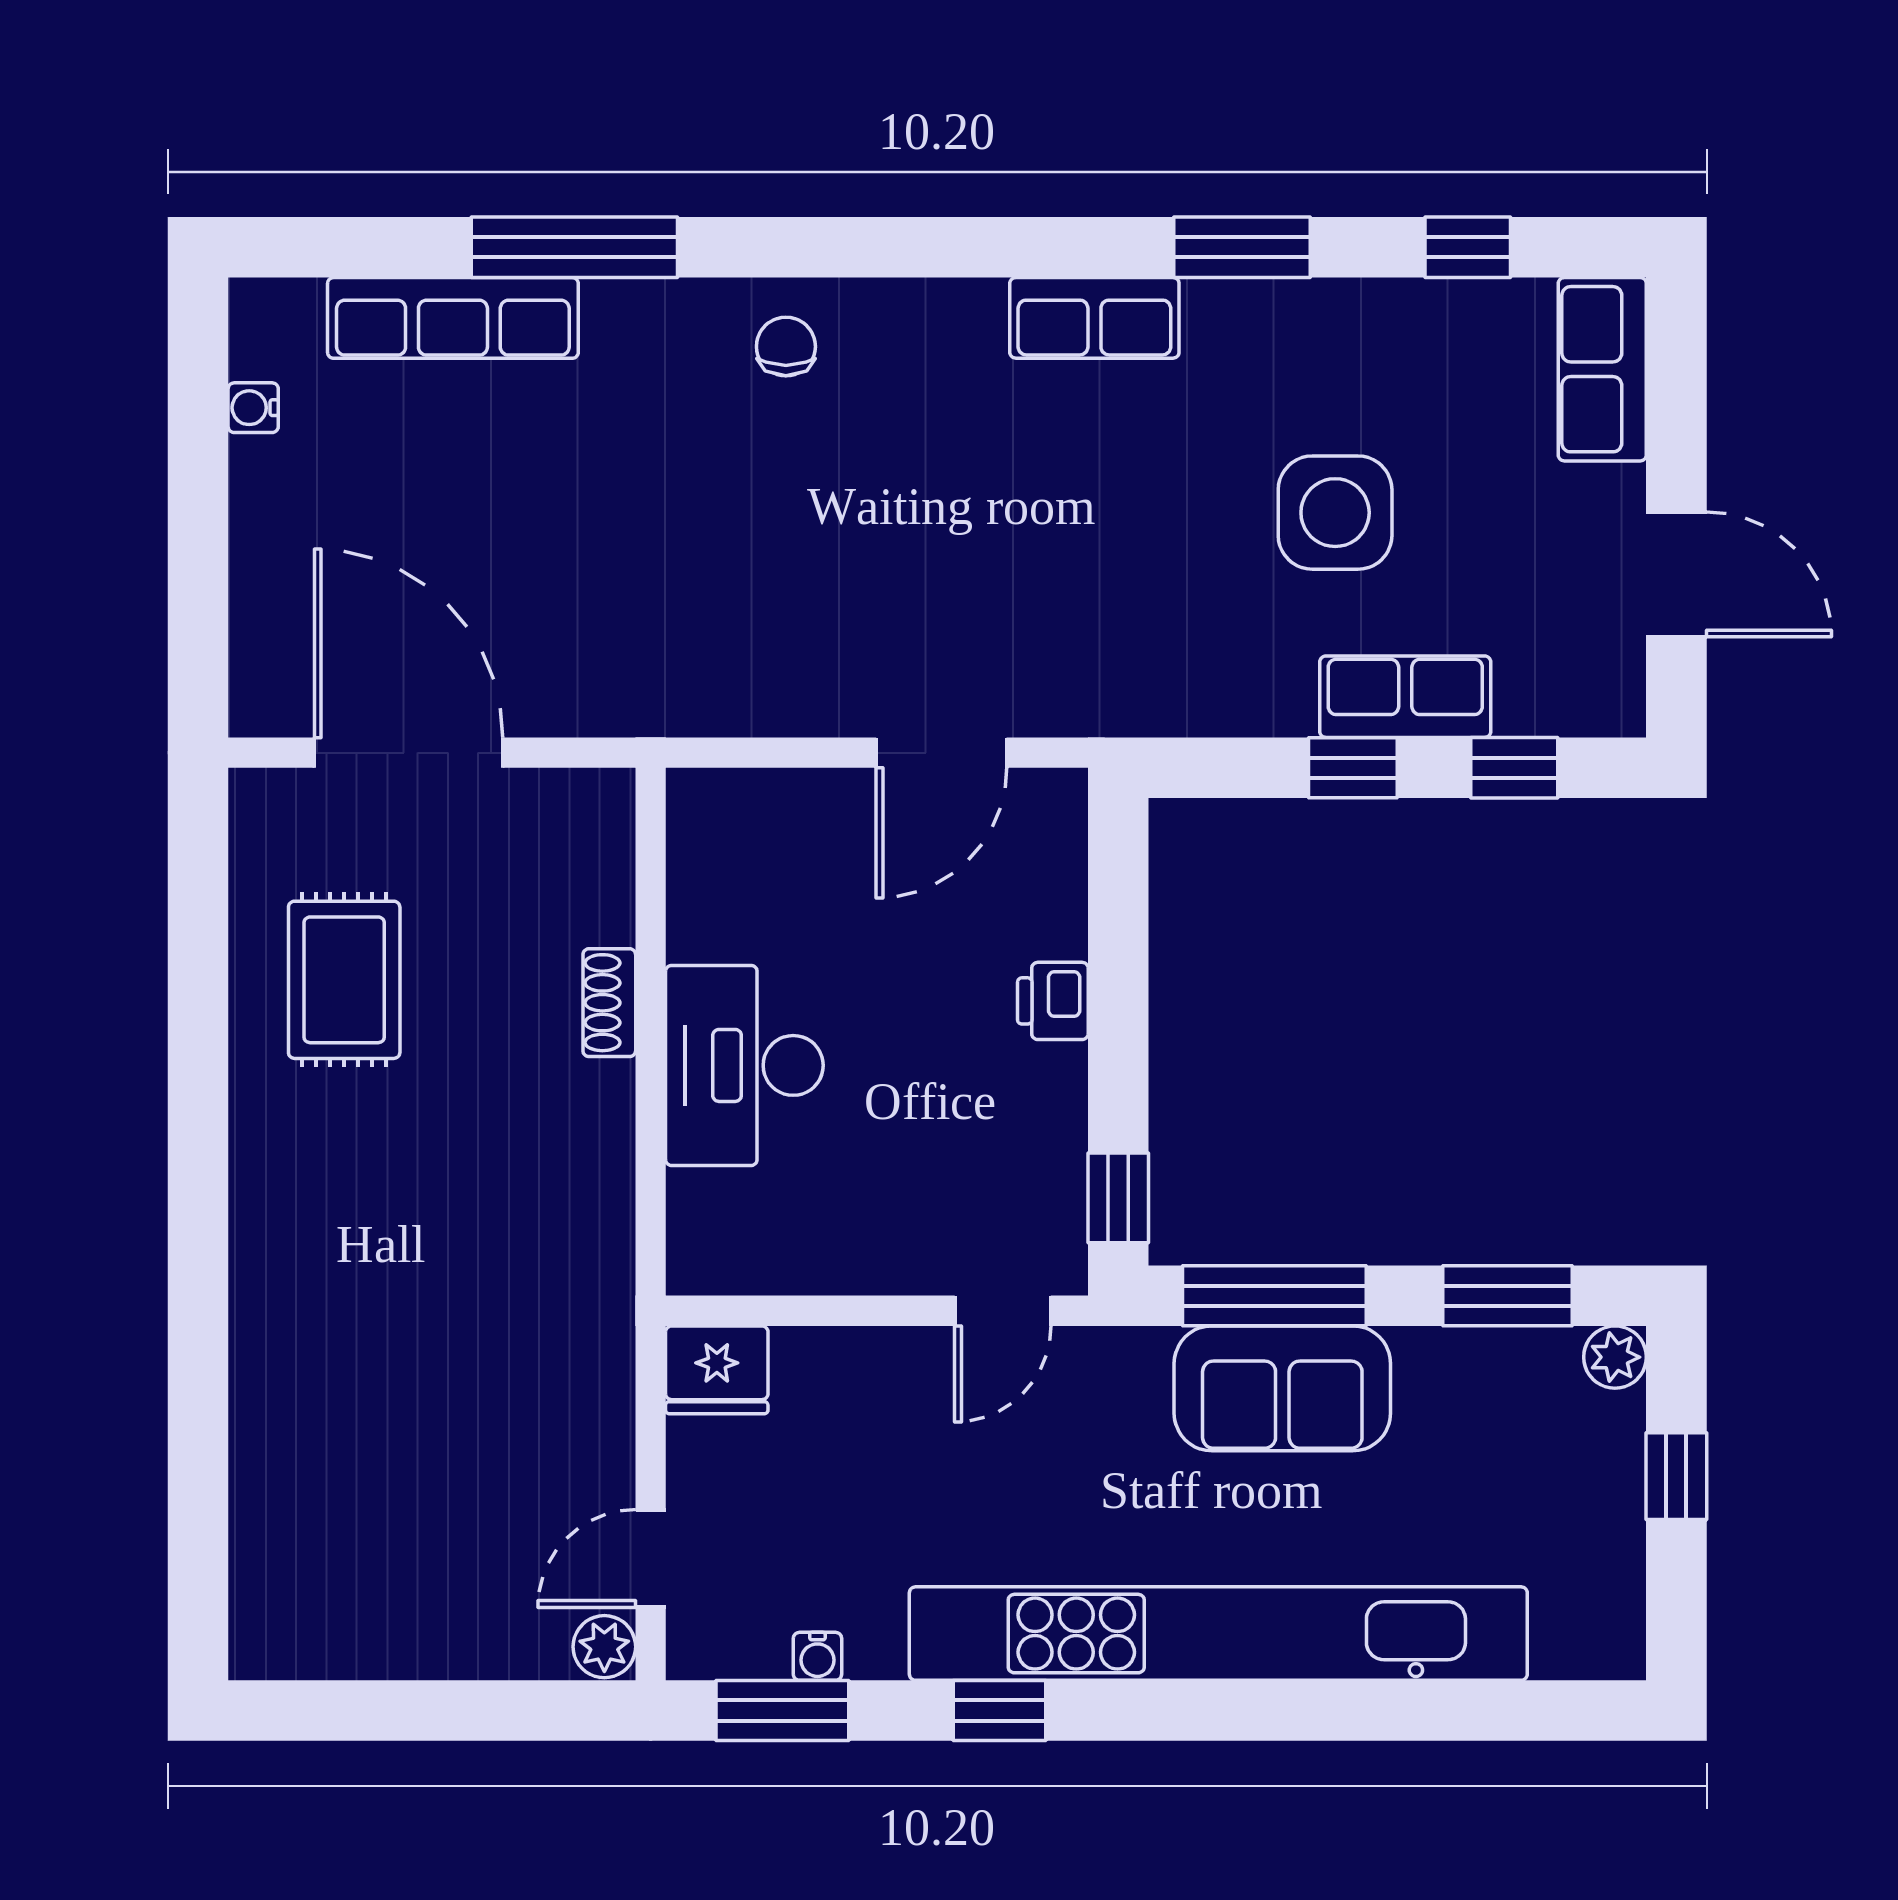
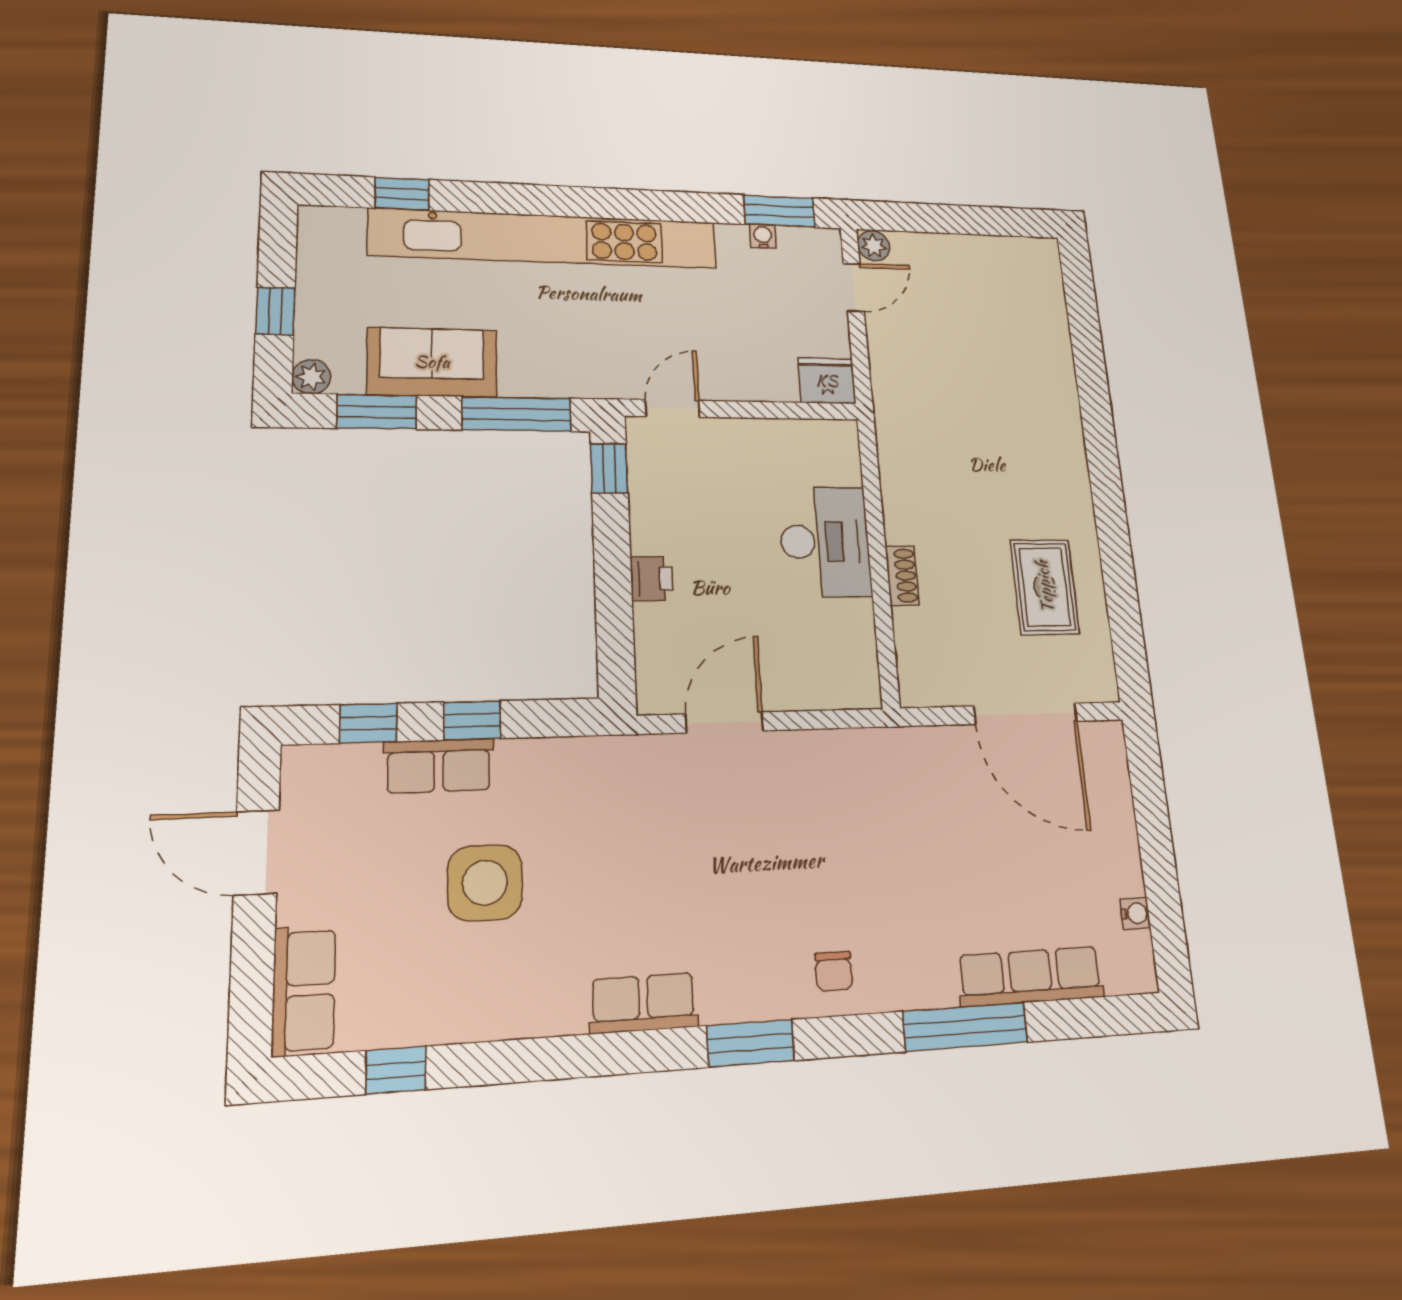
window: (1242, 247) -> (751, 1043), moved
sofa: (1282, 1388) -> (432, 362), moved
window: (1000, 1711) -> (402, 194), moved

